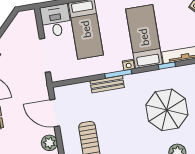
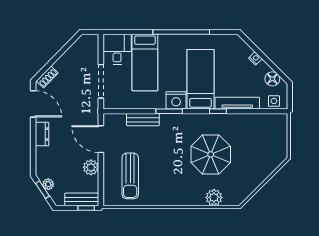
nightstand: (129, 65) -> (176, 100), width x1.89, depth x1.79
bench: (107, 84) -> (143, 120), moved

